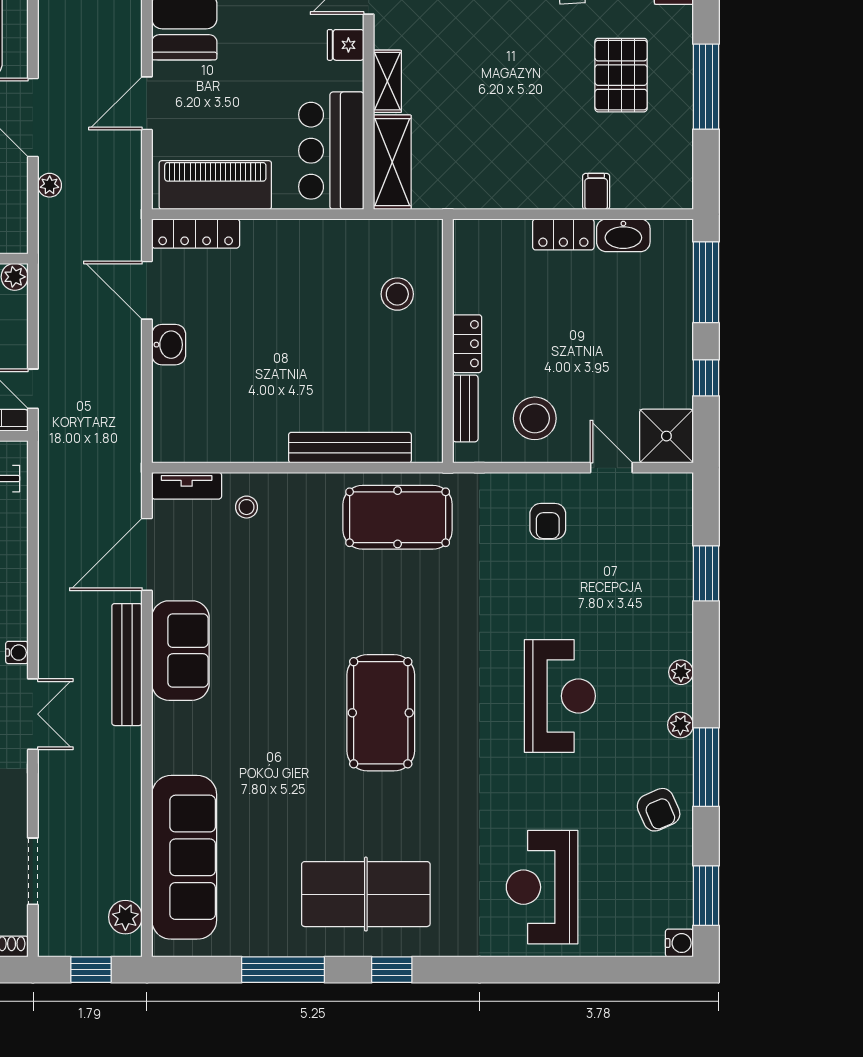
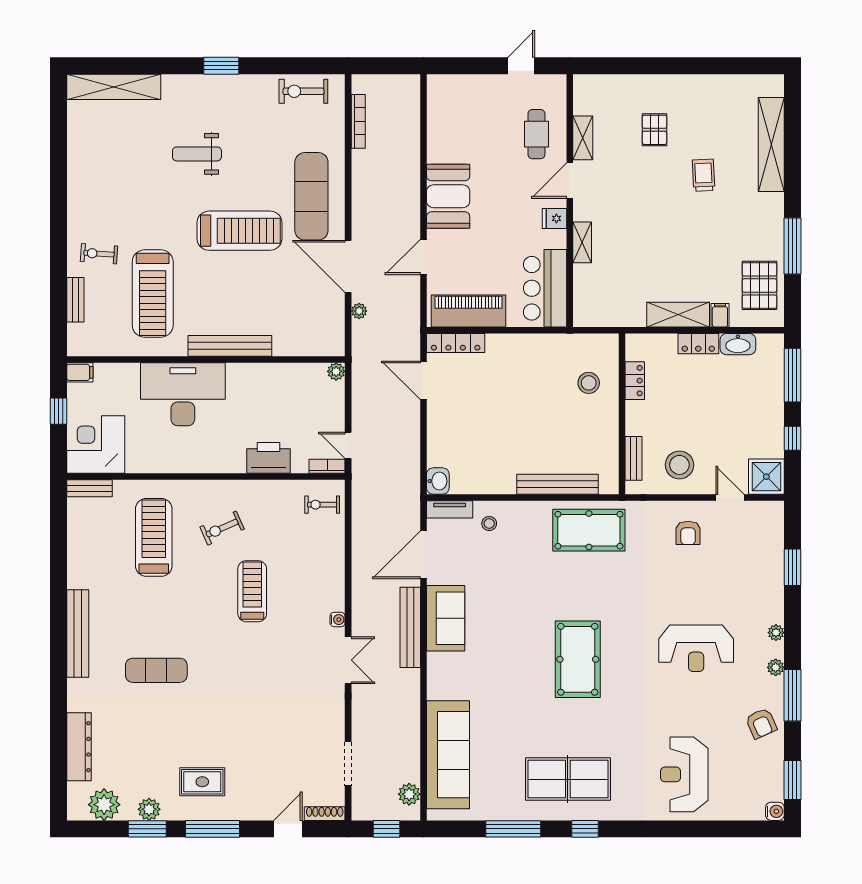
pallet: (621, 75) -> (759, 285), moved
shelving: (392, 162) -> (678, 315), moved, turned 90
locker: (467, 344) -> (635, 381), moved
washbasin: (169, 345) -> (438, 481), moved
reception desk: (560, 696) -> (696, 648), turned 90

